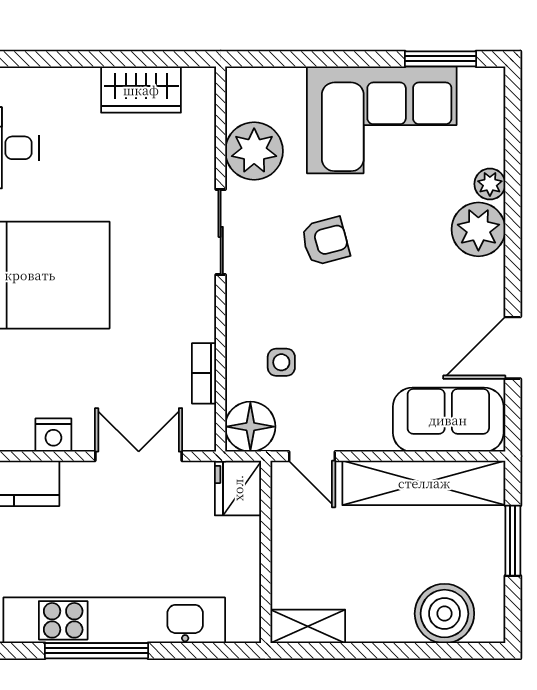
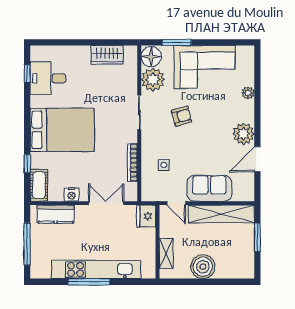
window: (441, 59) -> (177, 42), moved
plant: (478, 229) -> (244, 134), moved
bookcase: (204, 373) -> (133, 163), width x1.56
sofa: (448, 420) -> (209, 188), moved
floor lamp: (250, 427) -> (151, 57), moved
boiler: (444, 614) -> (203, 267), moved
shelving: (308, 626) -> (166, 253), moved, turned 90

